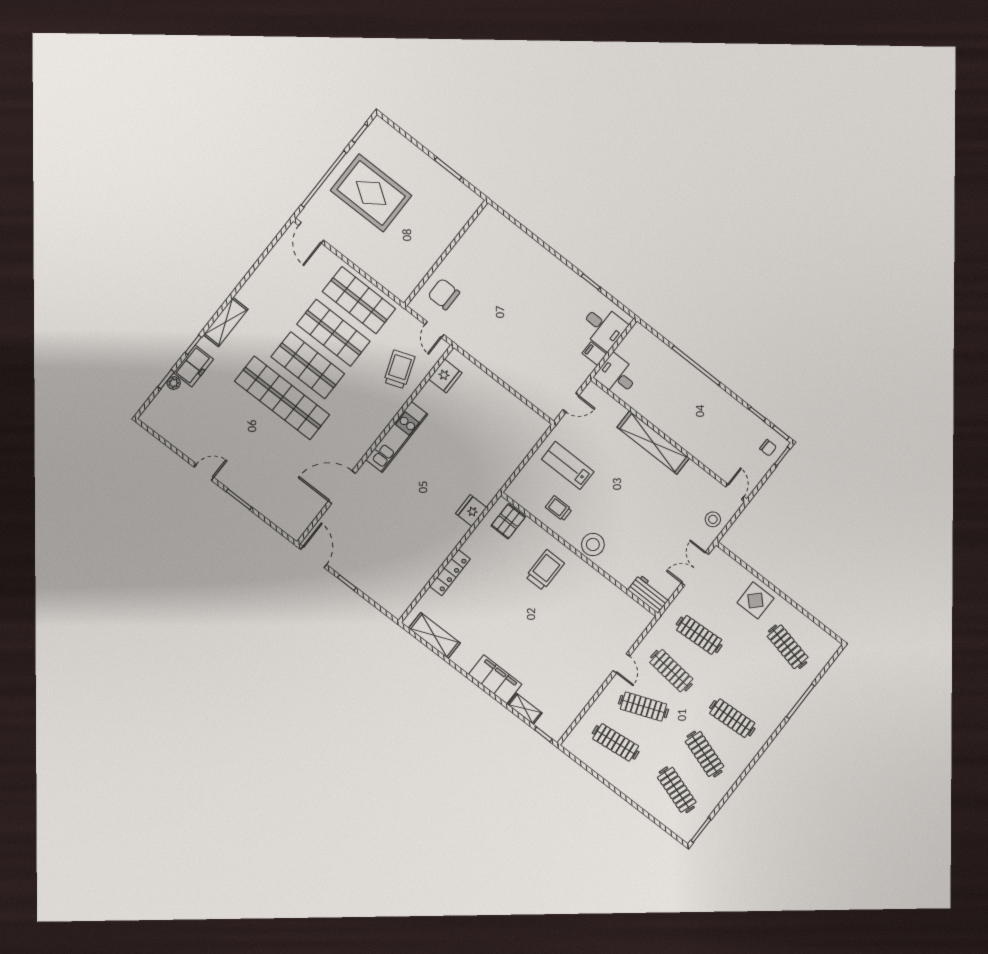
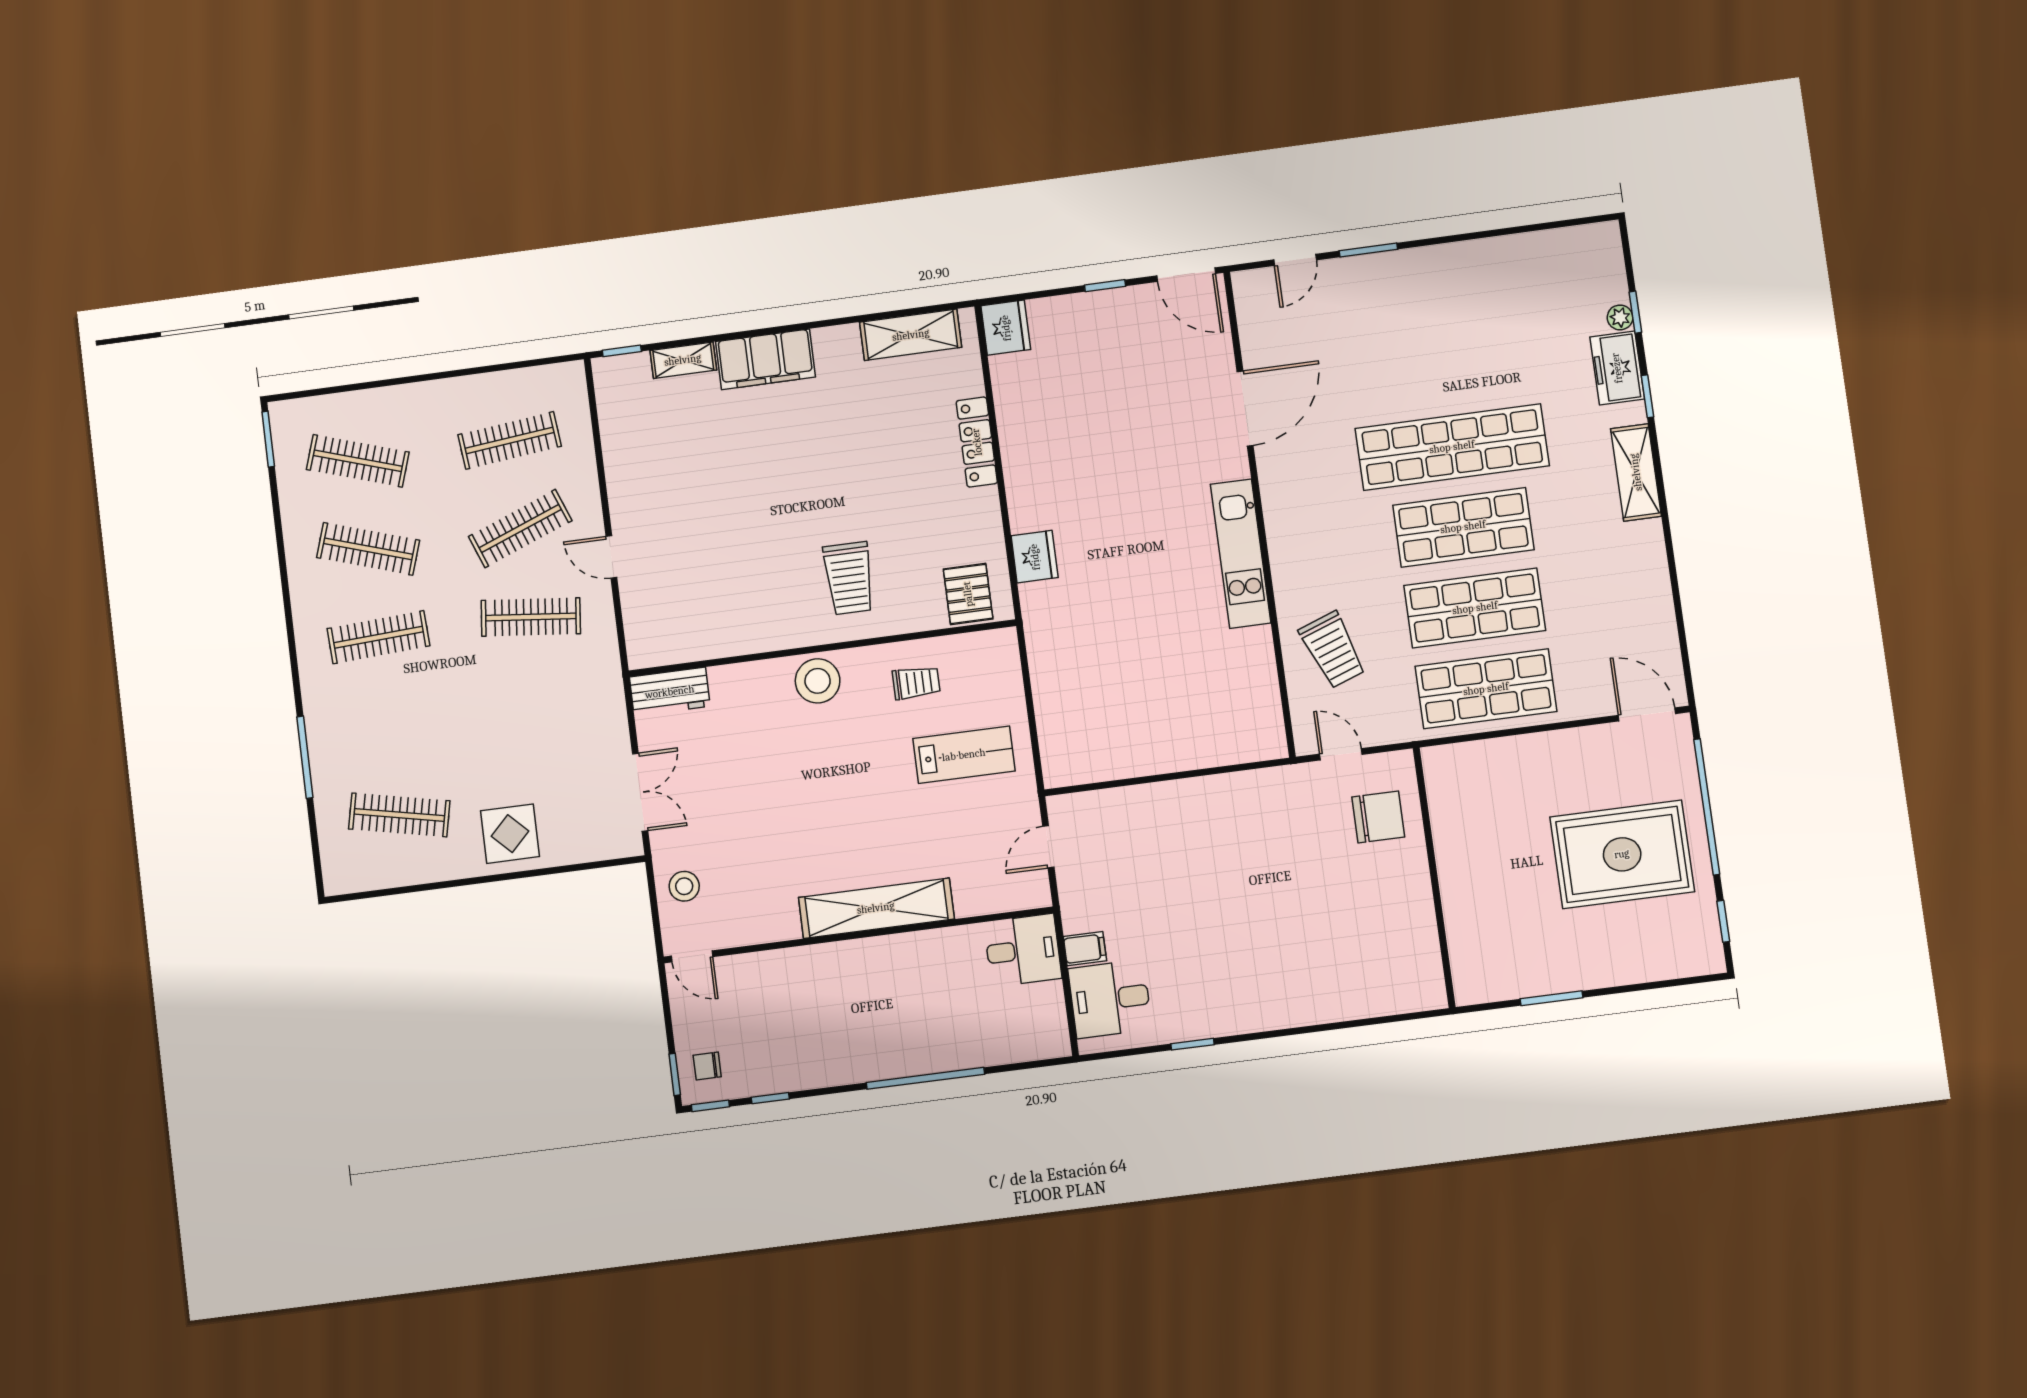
fridge: (445, 376) -> (1006, 328), moved, turned 180
door: (204, 472) -> (1295, 260), moved
clothes rail: (699, 635) -> (542, 706), removed

